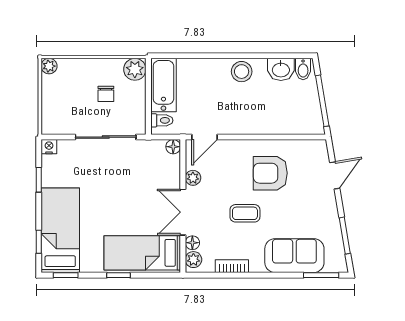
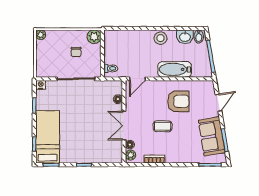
bathtub: (163, 85) -> (175, 69), moved, turned -90
floor lamp: (173, 147) -> (118, 99), moved
armchair: (270, 173) -> (178, 101), turned 180
plant: (193, 178) -> (130, 104), removed
bed: (142, 253) -> (99, 151), removed
sofa: (294, 256) -> (212, 136), moved, turned -99

